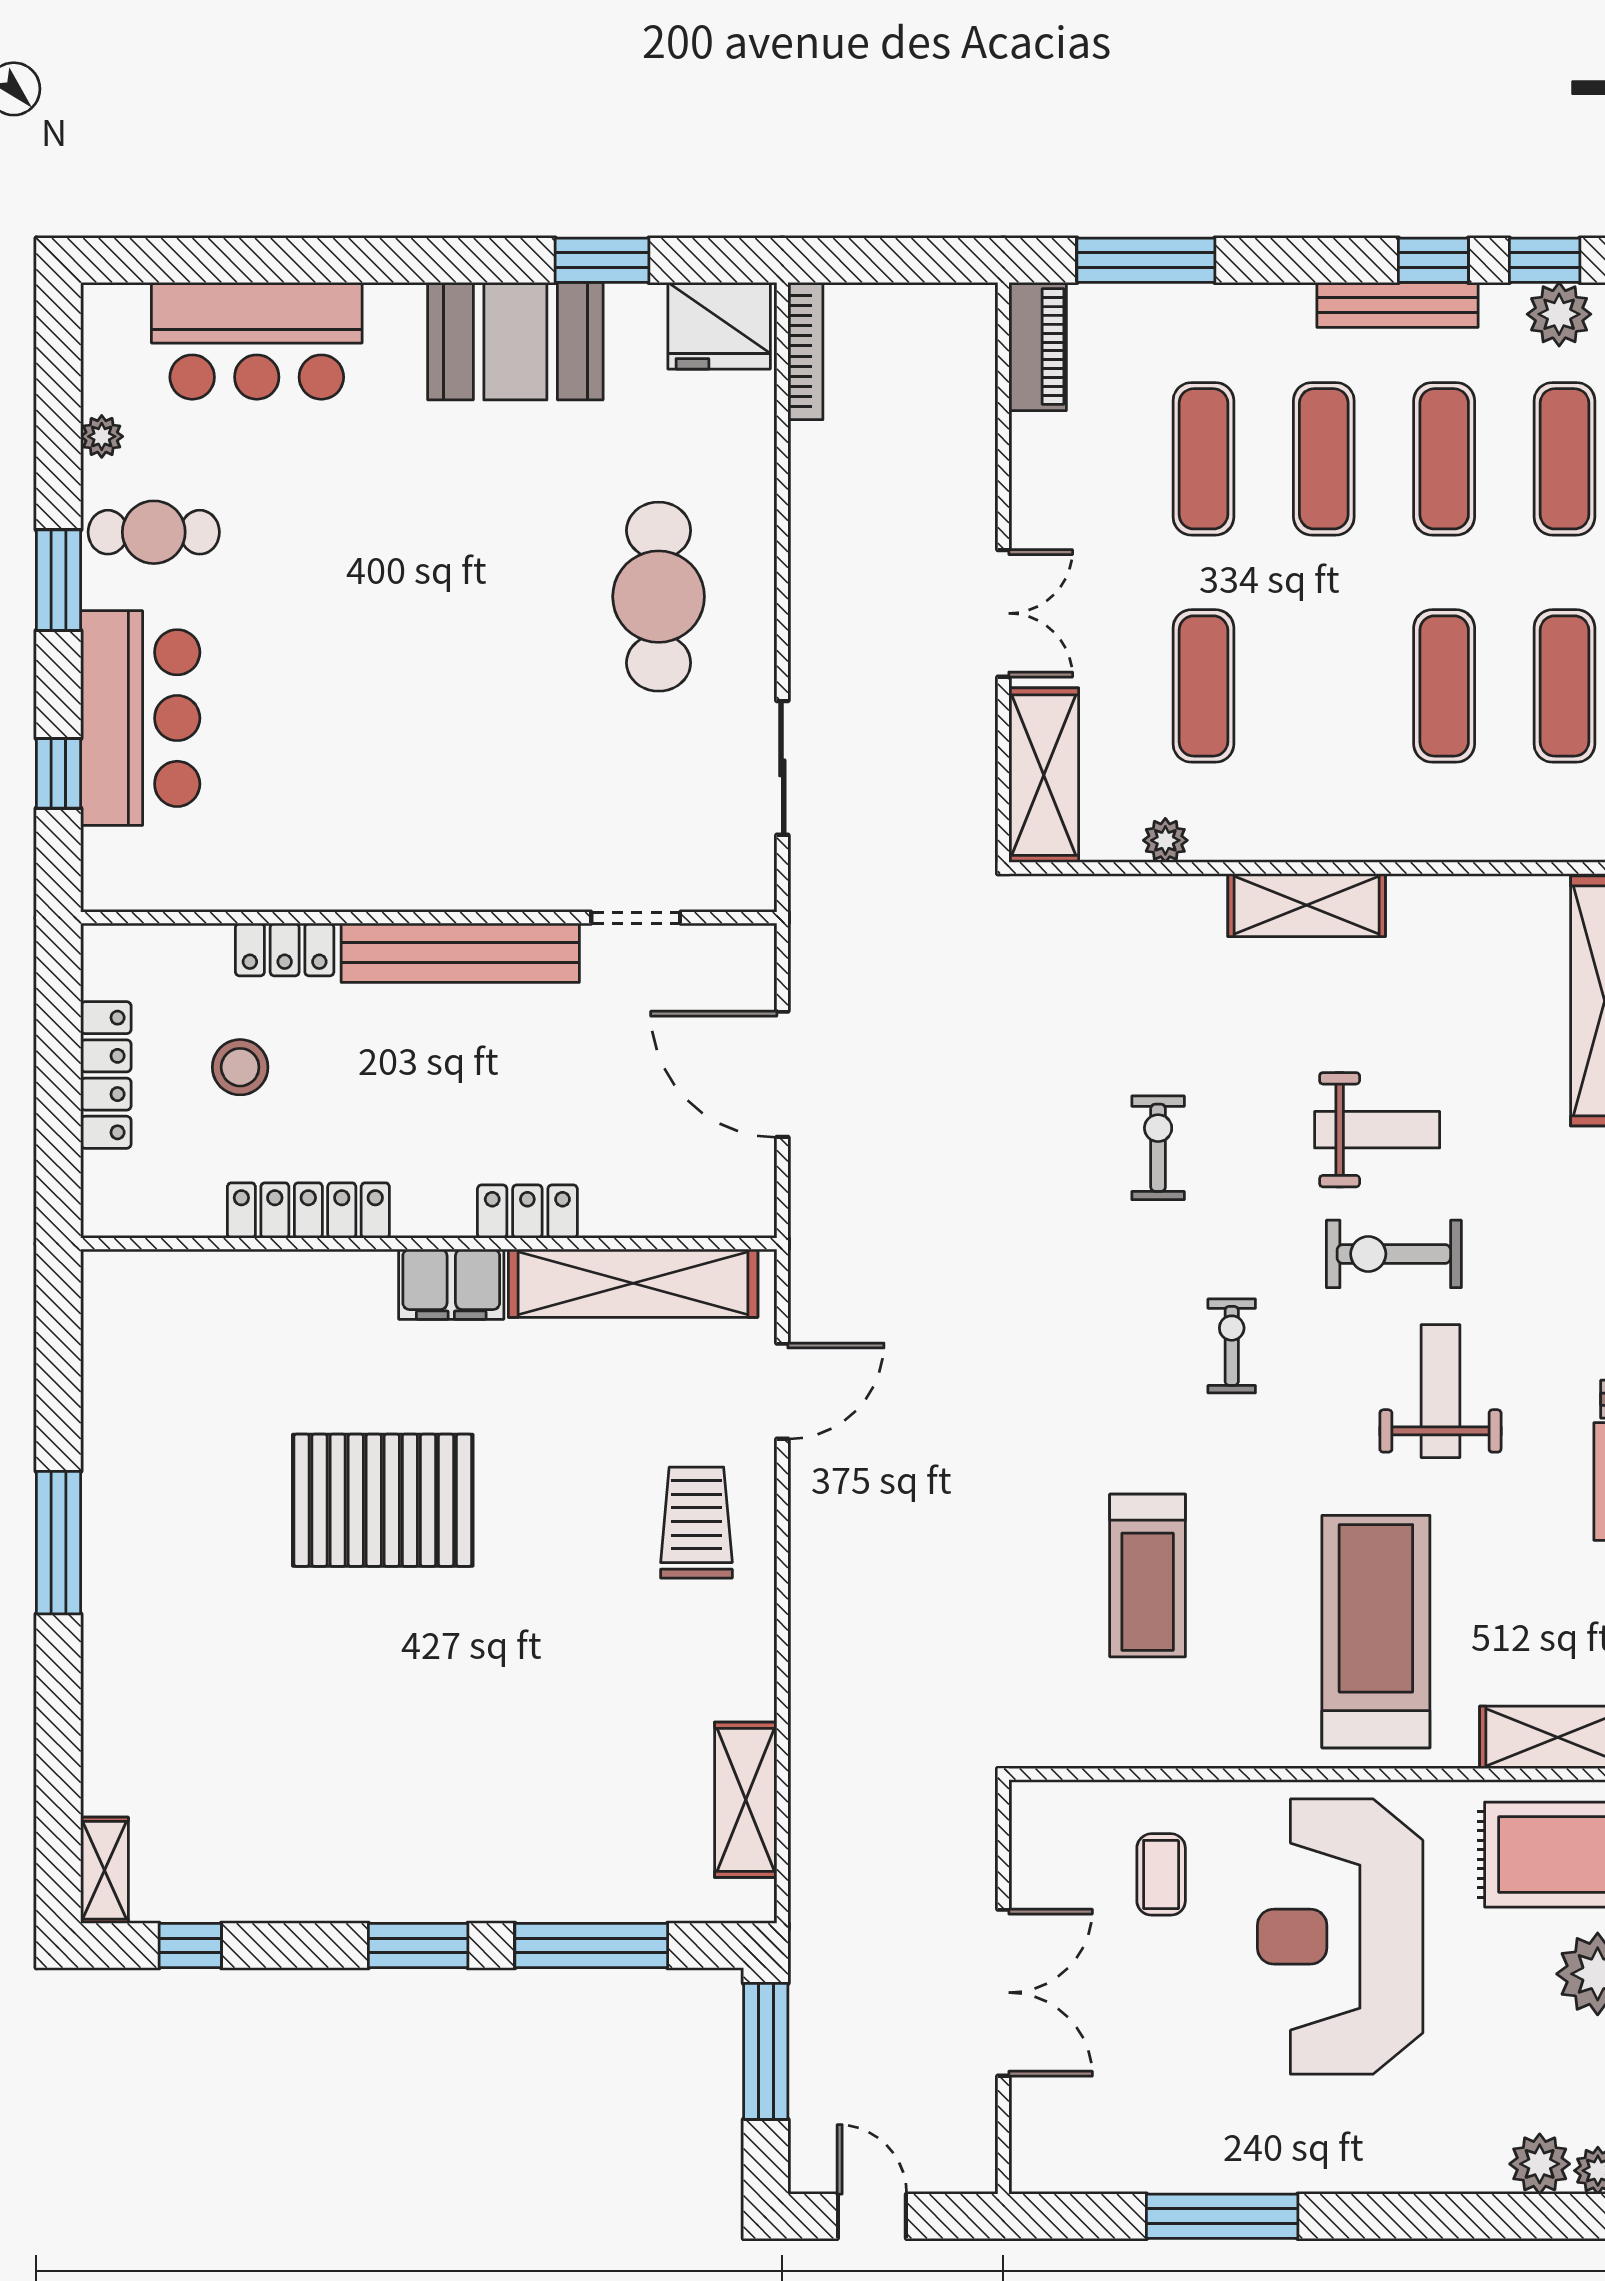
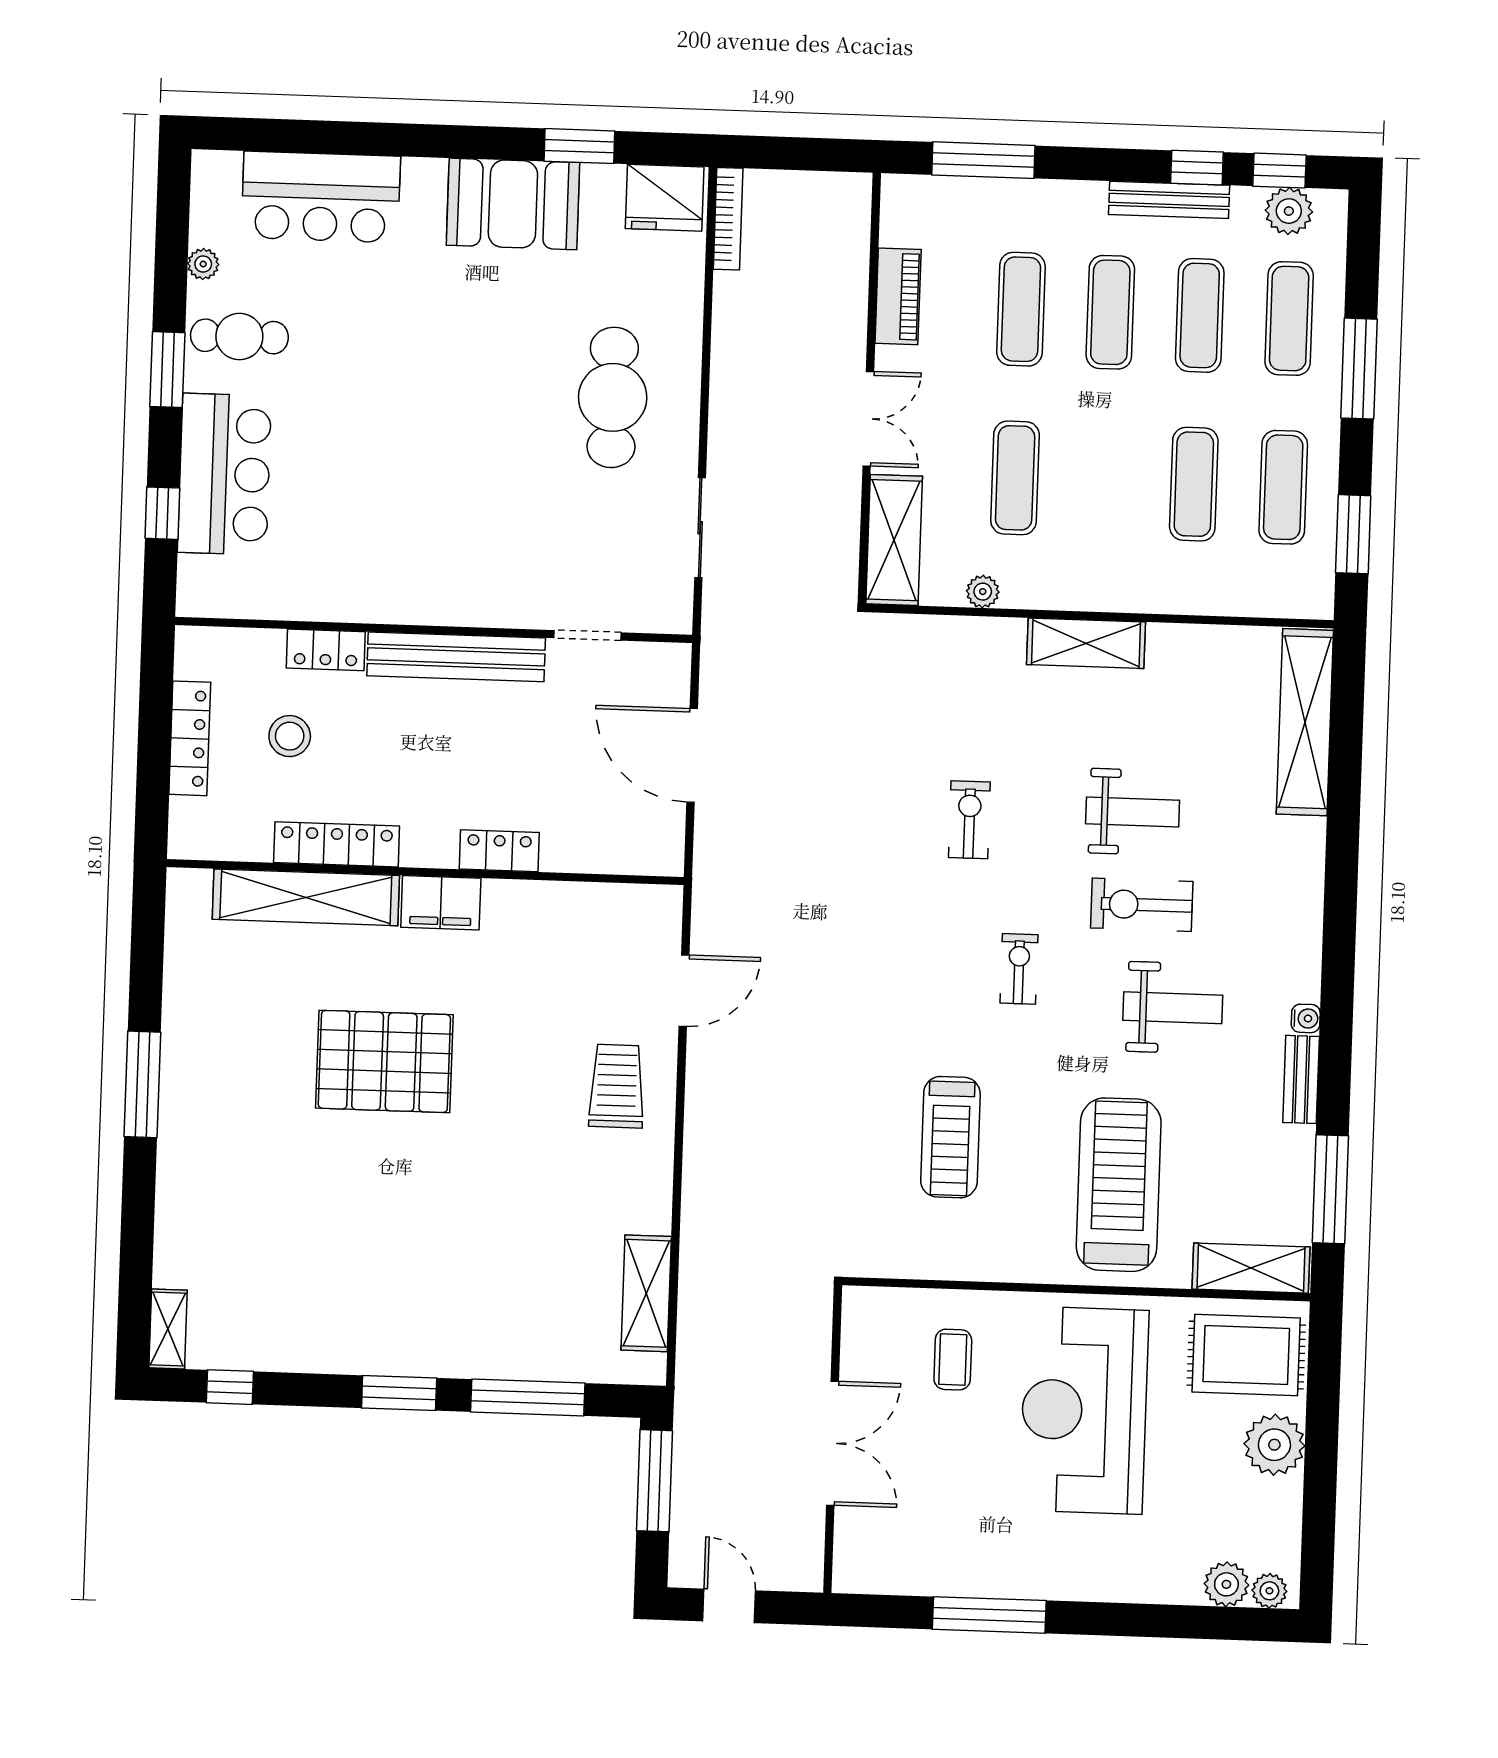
piano: (1038, 347) -> (898, 296), moved
shelving: (633, 1283) -> (306, 897), moved
weight bench: (1440, 1391) -> (1173, 1008), turned 90

